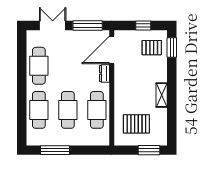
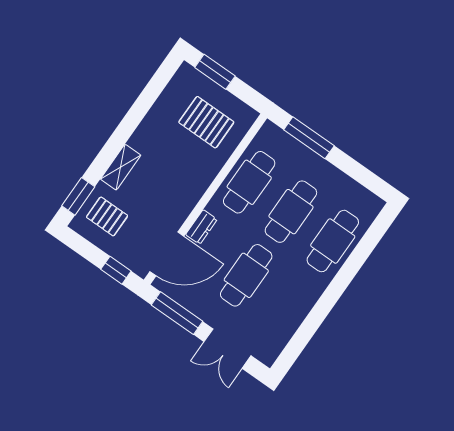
window: (143, 26) -> (116, 270), moved
cafe table: (39, 66) -> (246, 275), moved
shelving: (162, 95) -> (121, 167), moved
window: (55, 150) -> (309, 138), moved

